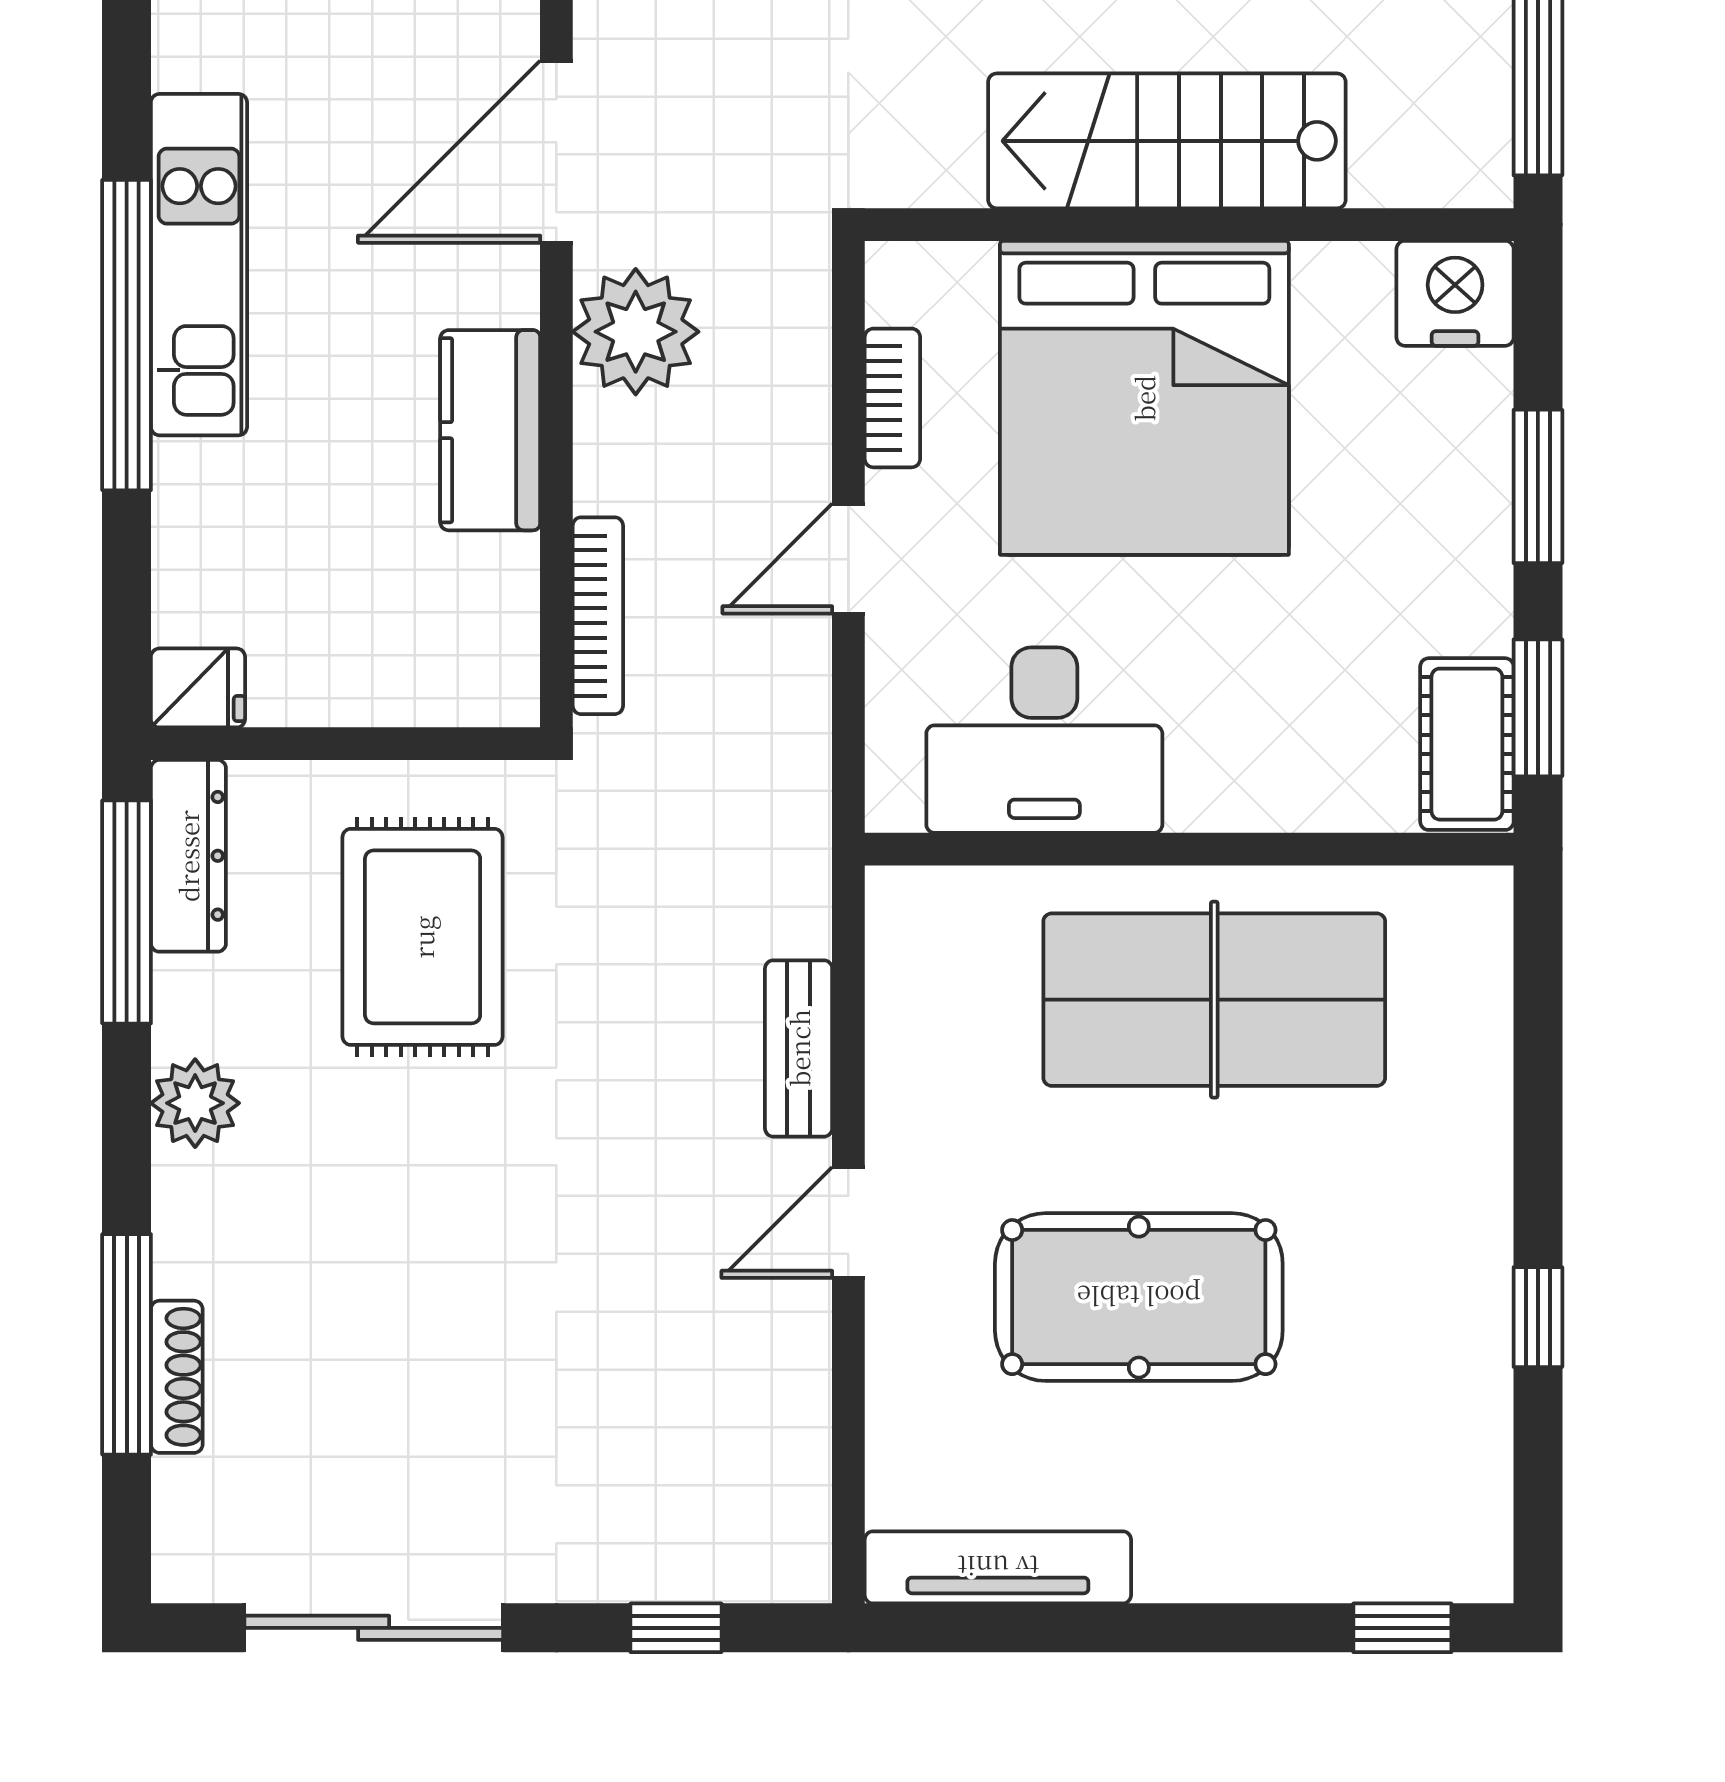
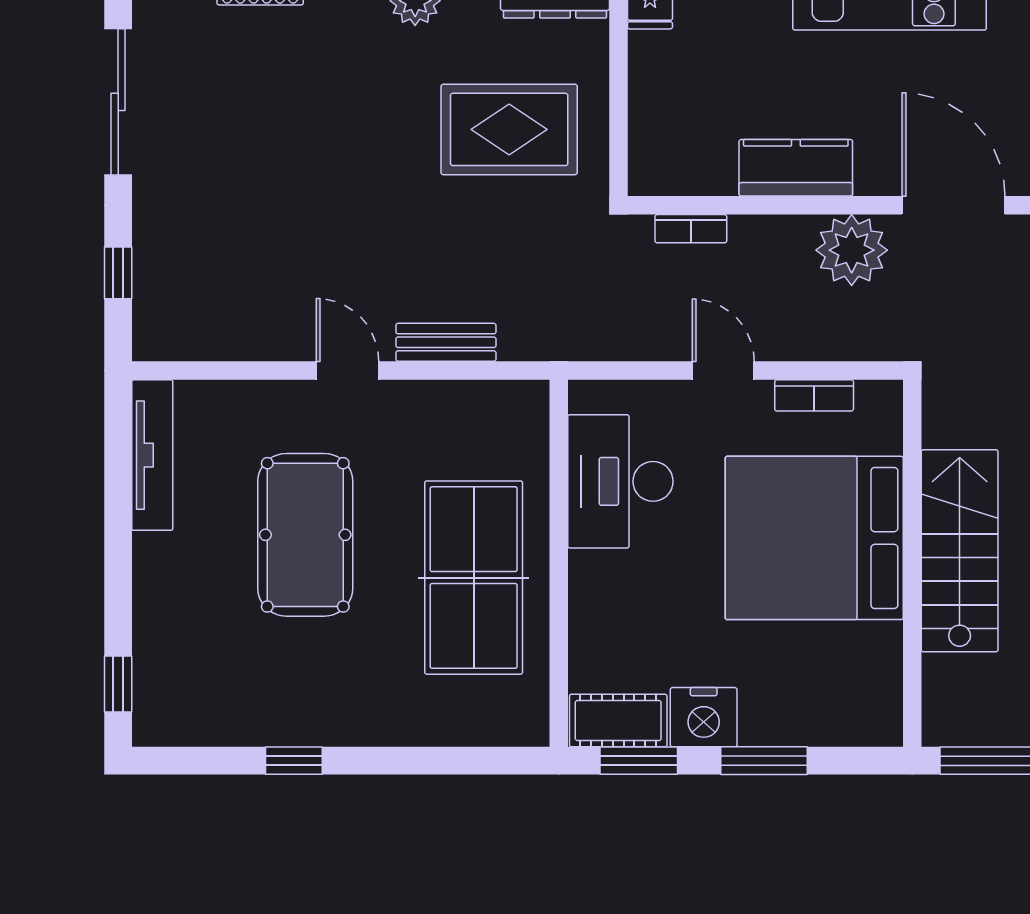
nightstand: (1455, 293) -> (704, 717), moved, turned 90
bookcase: (598, 616) -> (691, 229), width x0.64

